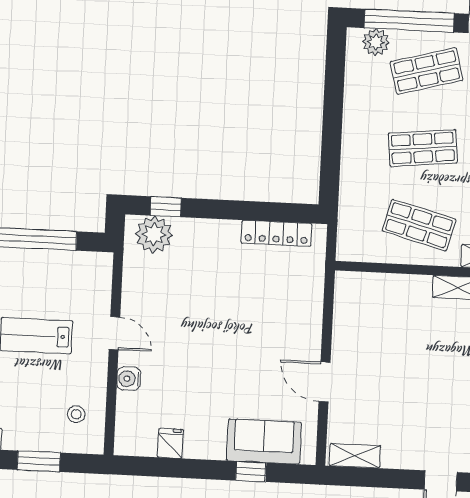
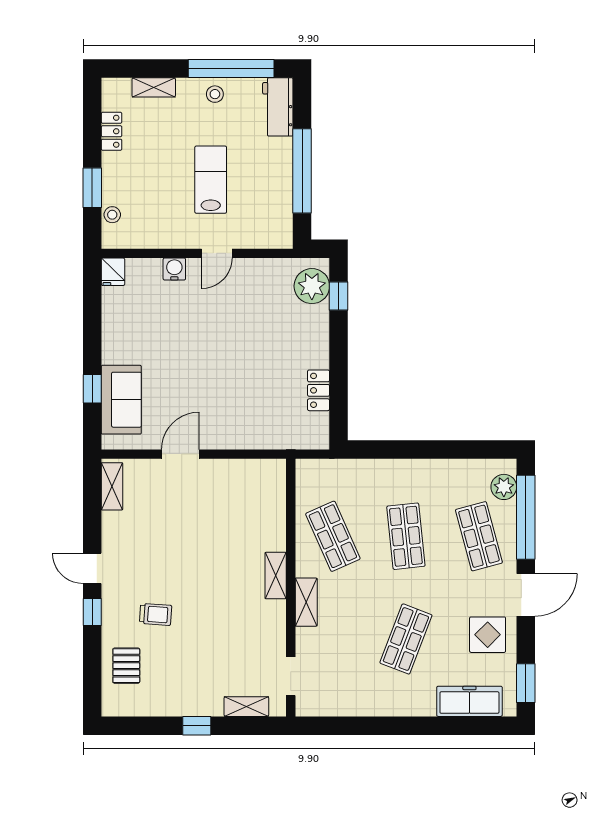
shop shelf: (419, 225) -> (333, 536), turned -39
locker: (276, 233) -> (319, 390), width x0.66
stool: (76, 414) -> (112, 215), moved
fridge: (170, 443) -> (113, 272), moved, turned 90

